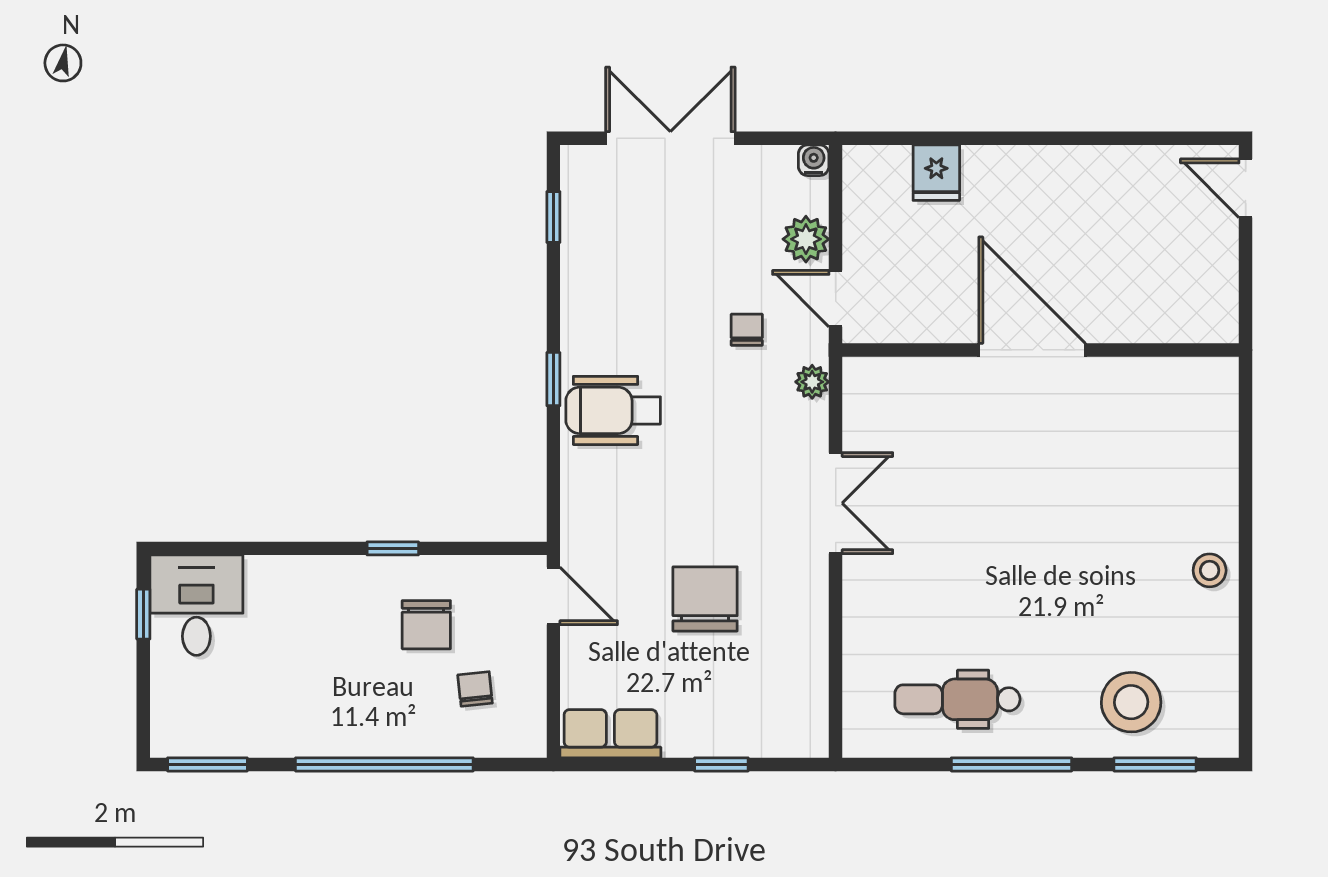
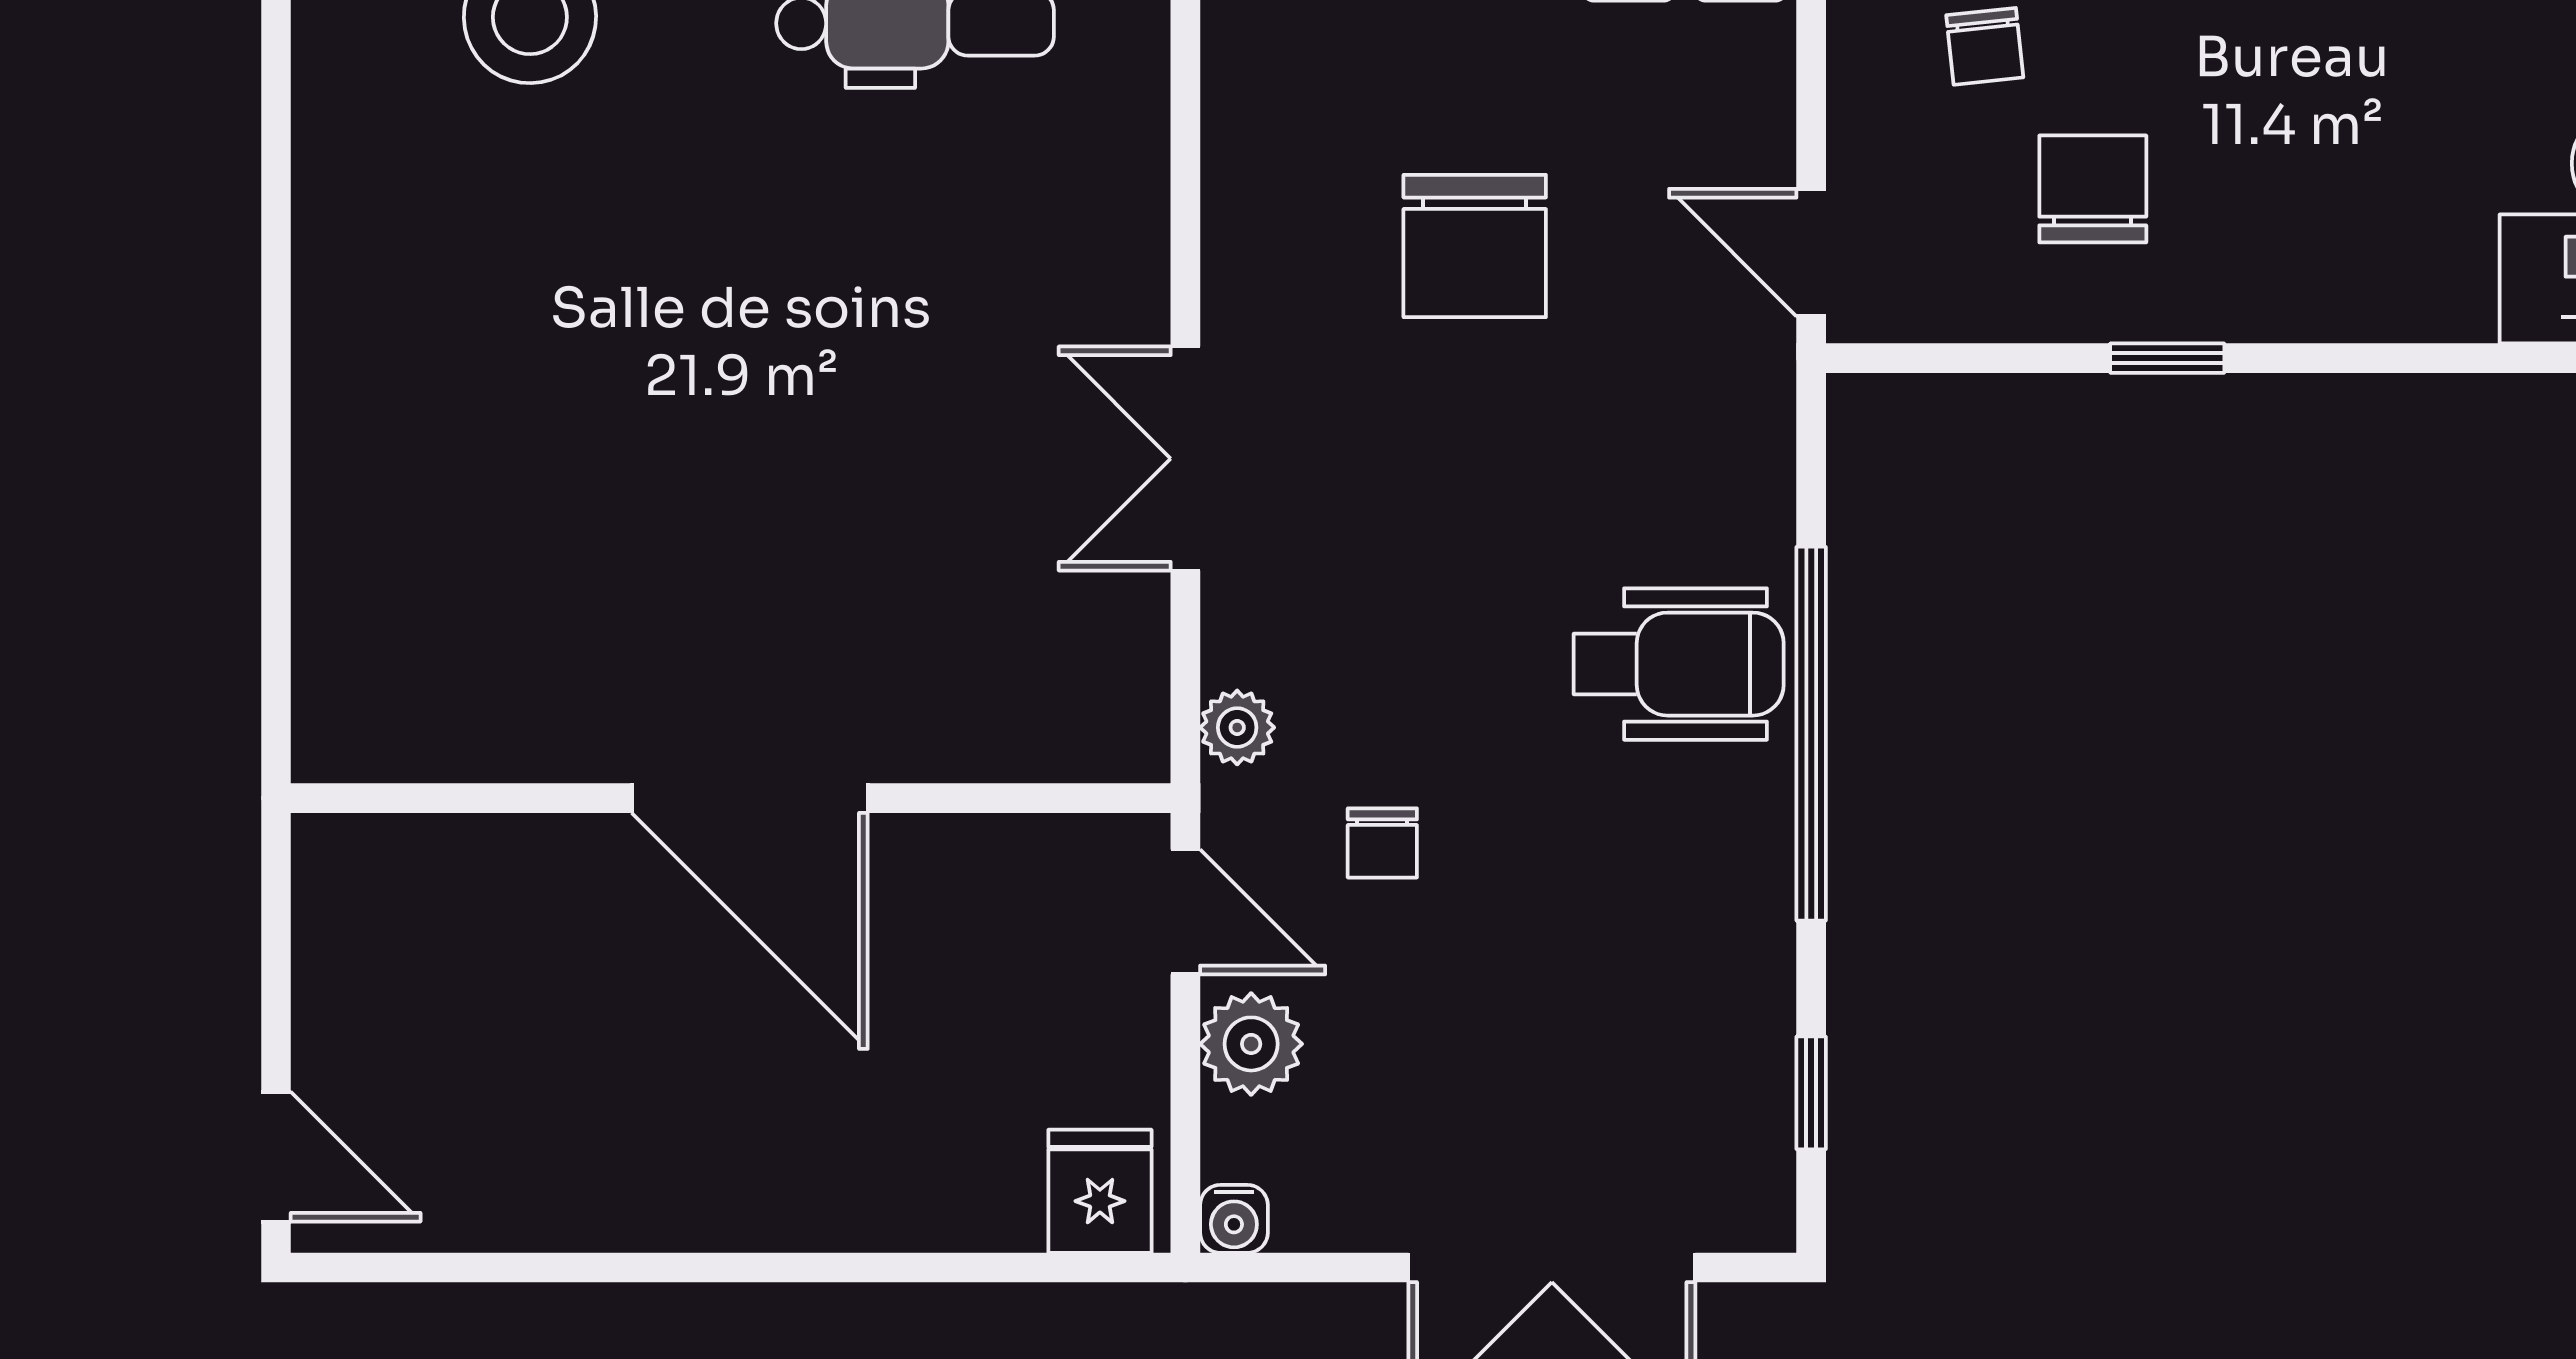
fridge: (936, 173) -> (1100, 1191), moved
window: (553, 379) -> (1811, 734), width x3.17
stool: (1210, 570) -> (356, 309), removed

